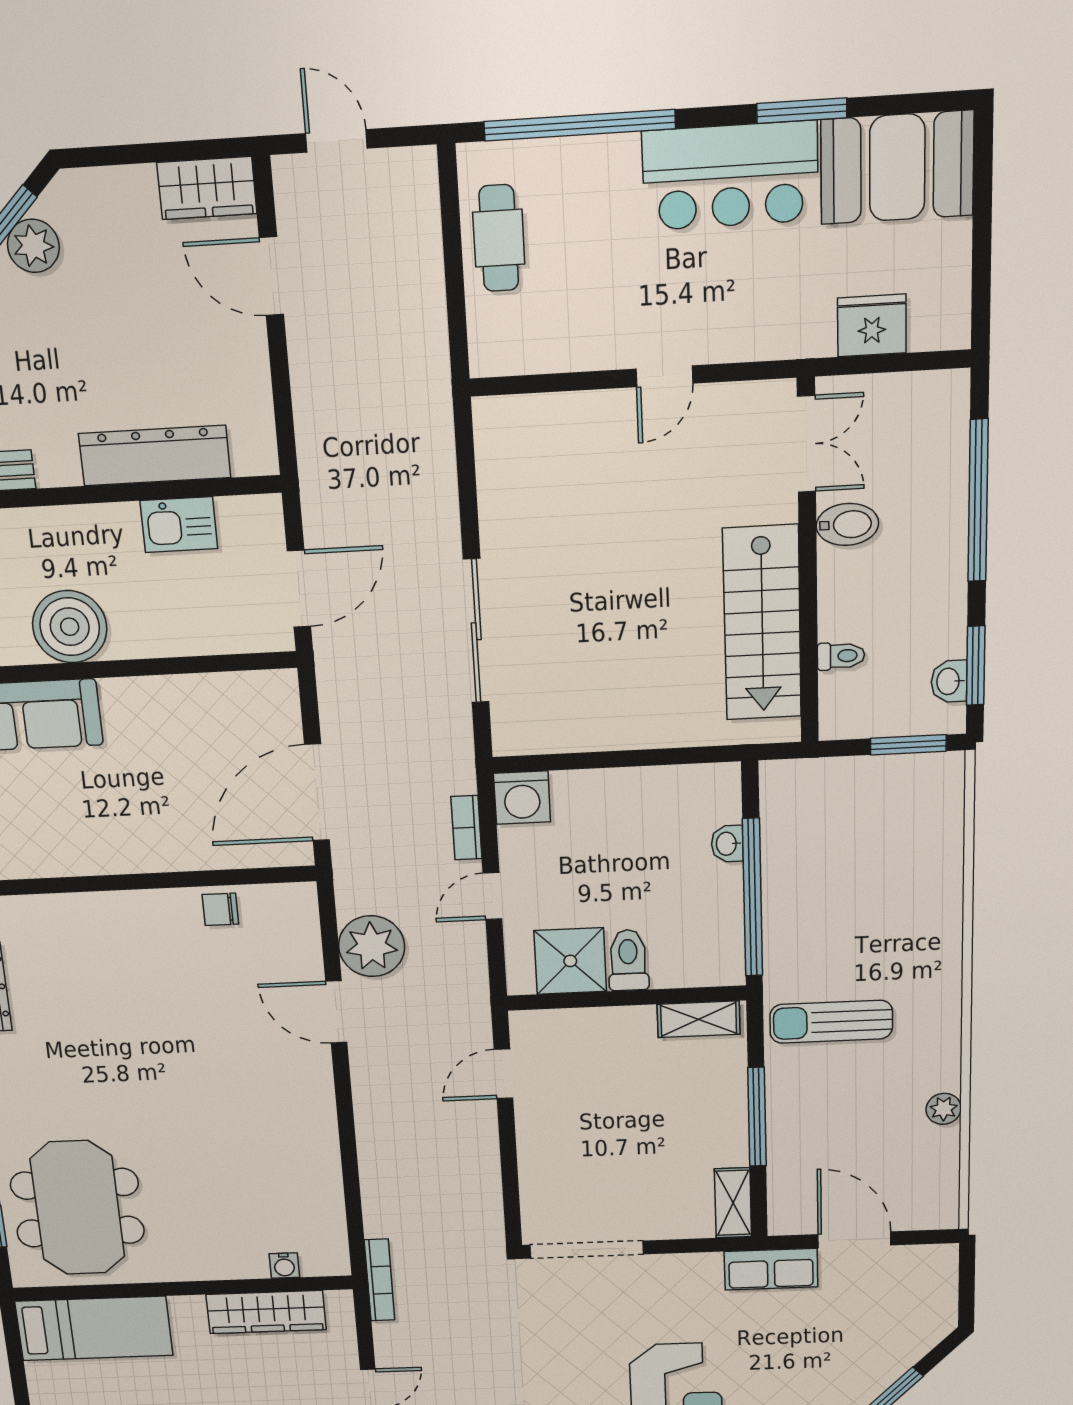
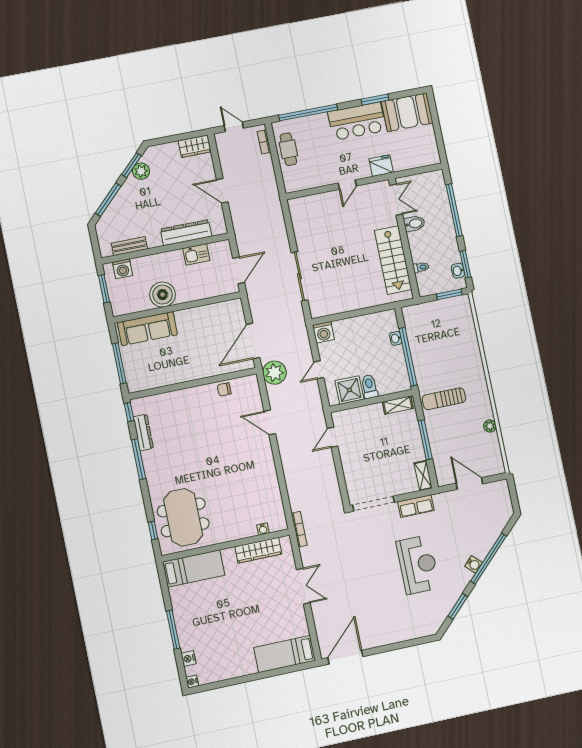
door: (271, 276) -> (222, 191), moved
fridge: (872, 325) -> (381, 166), moved
bookcase: (466, 828) -> (264, 142), moved
plant: (372, 946) -> (274, 373), moved
row of seats: (771, 1269) -> (416, 506), moved

